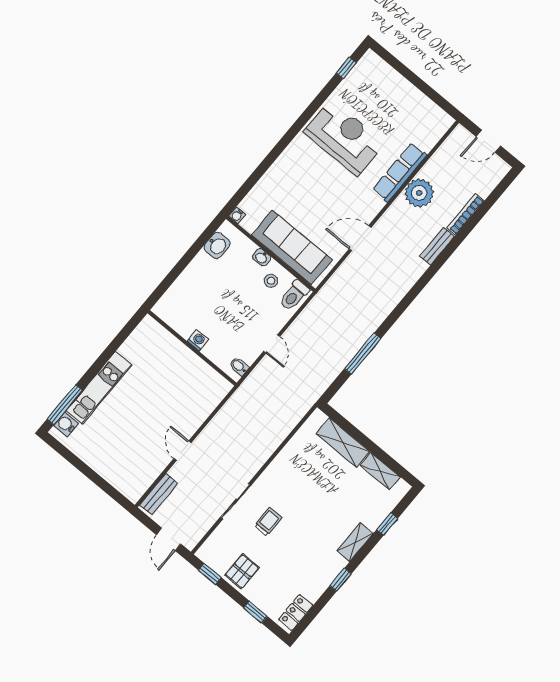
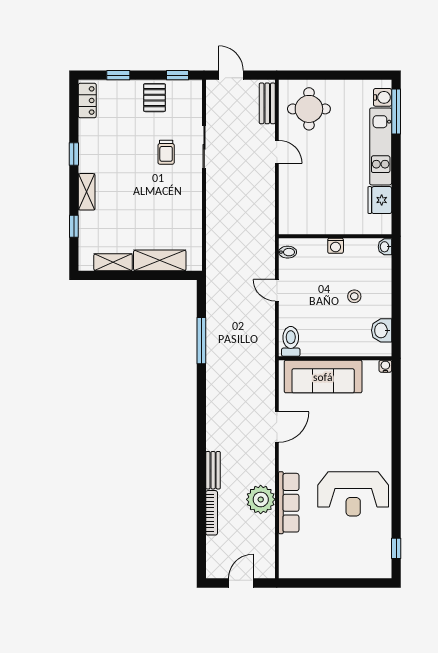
washbasin: (262, 257) -> (385, 247), moved, turned -90
stool: (271, 281) -> (354, 296), moved
fridge: (134, 347) -> (380, 200), added
round table: (130, 463) -> (309, 109), added

